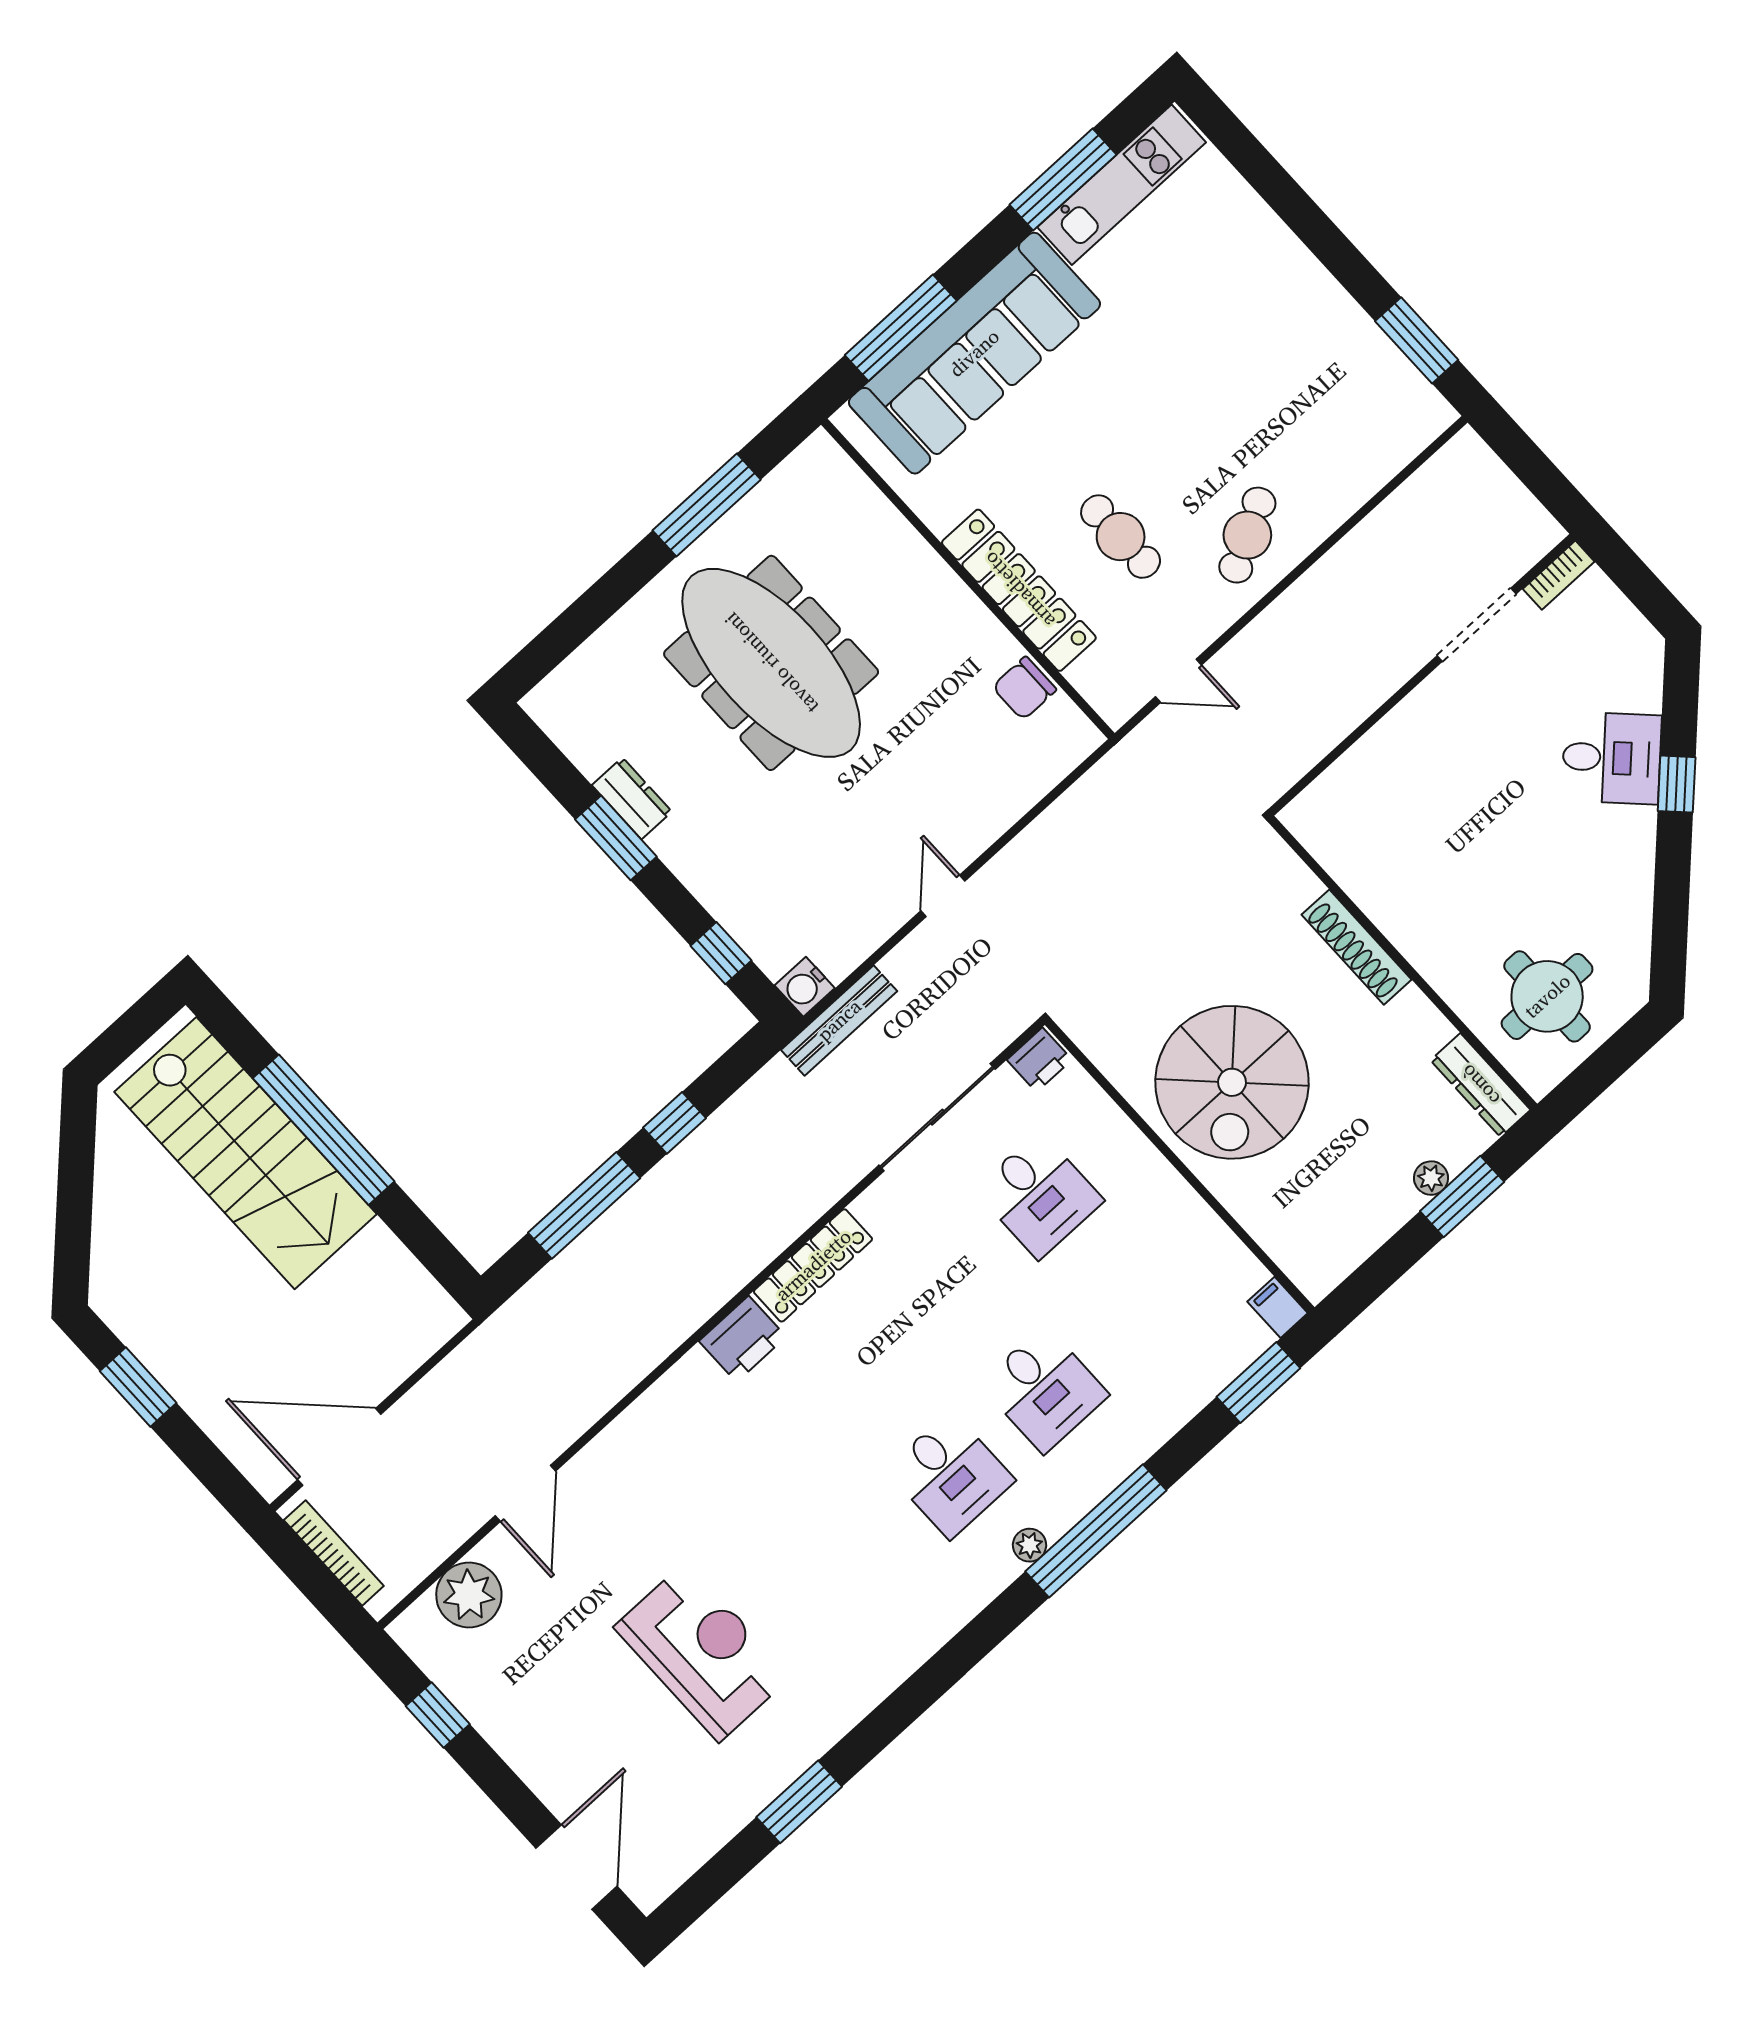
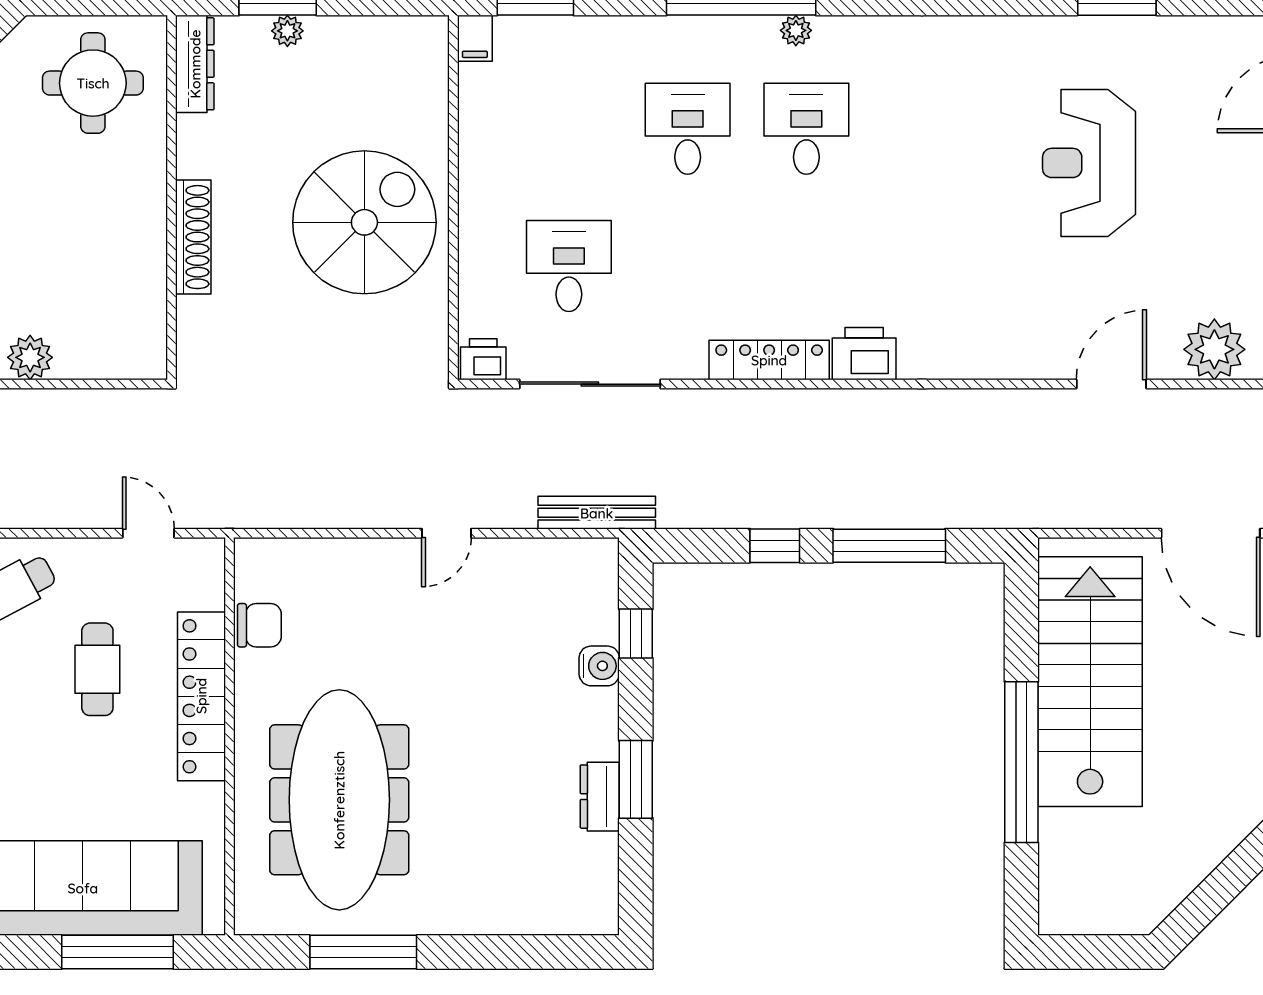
meeting table: (771, 663) -> (339, 800), moved
plant: (1399, 734) -> (30, 357), added
water cooler: (805, 987) -> (599, 666), moved
stairs: (245, 1153) -> (1090, 682), moved

